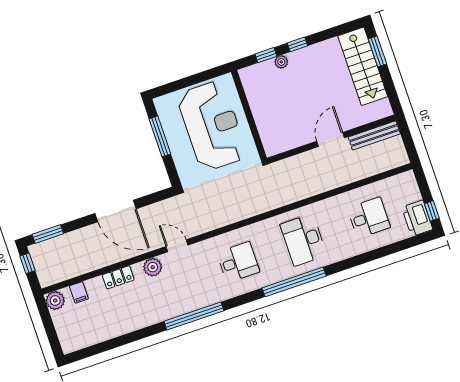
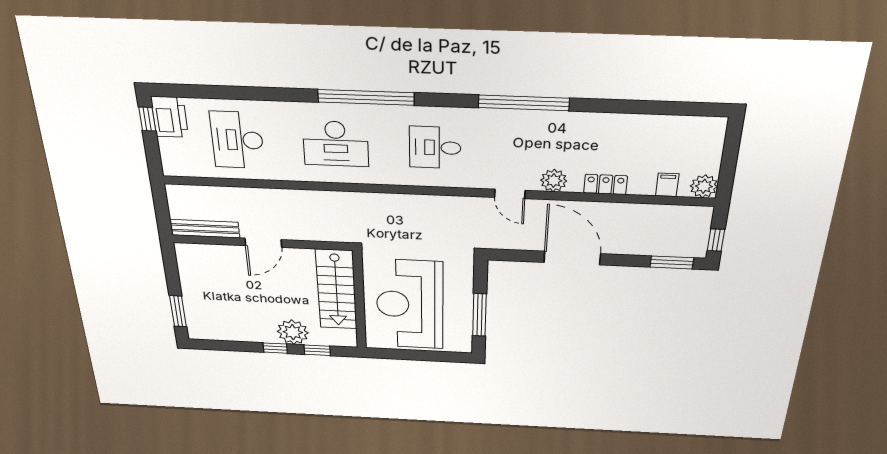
plant: (281, 62) -> (293, 332), width x1.87, depth x1.87
stairs: (363, 66) -> (336, 290), moved, turned 180
desk: (369, 218) -> (237, 140), width x1.37
desk: (303, 240) -> (336, 144), turned 90

